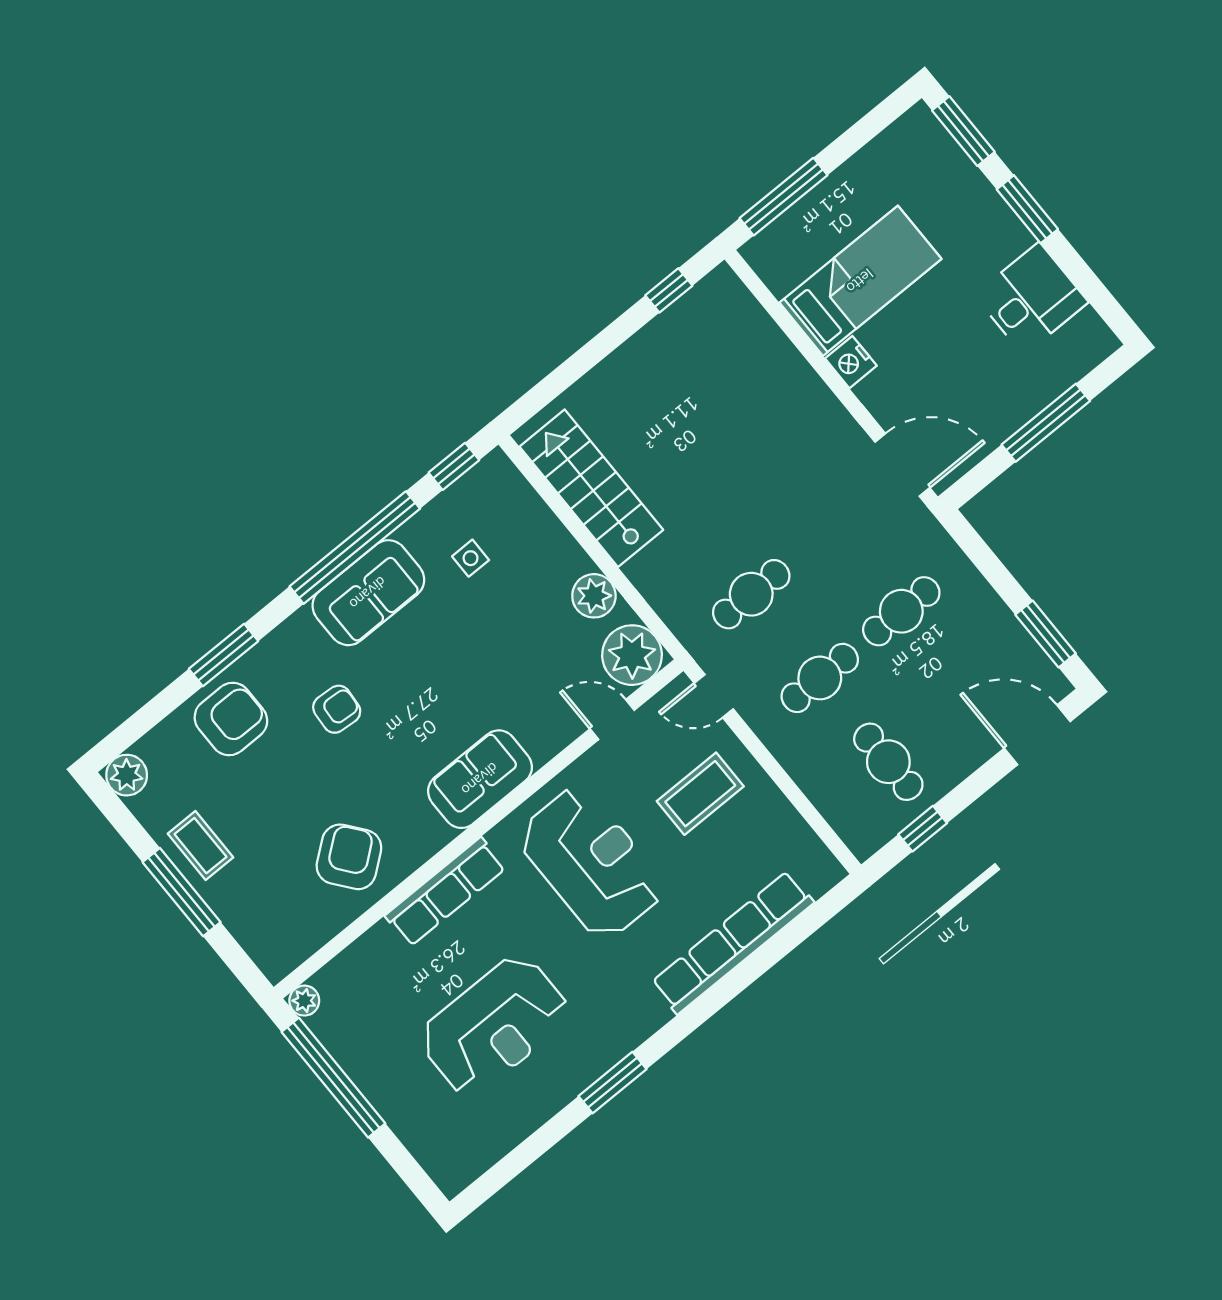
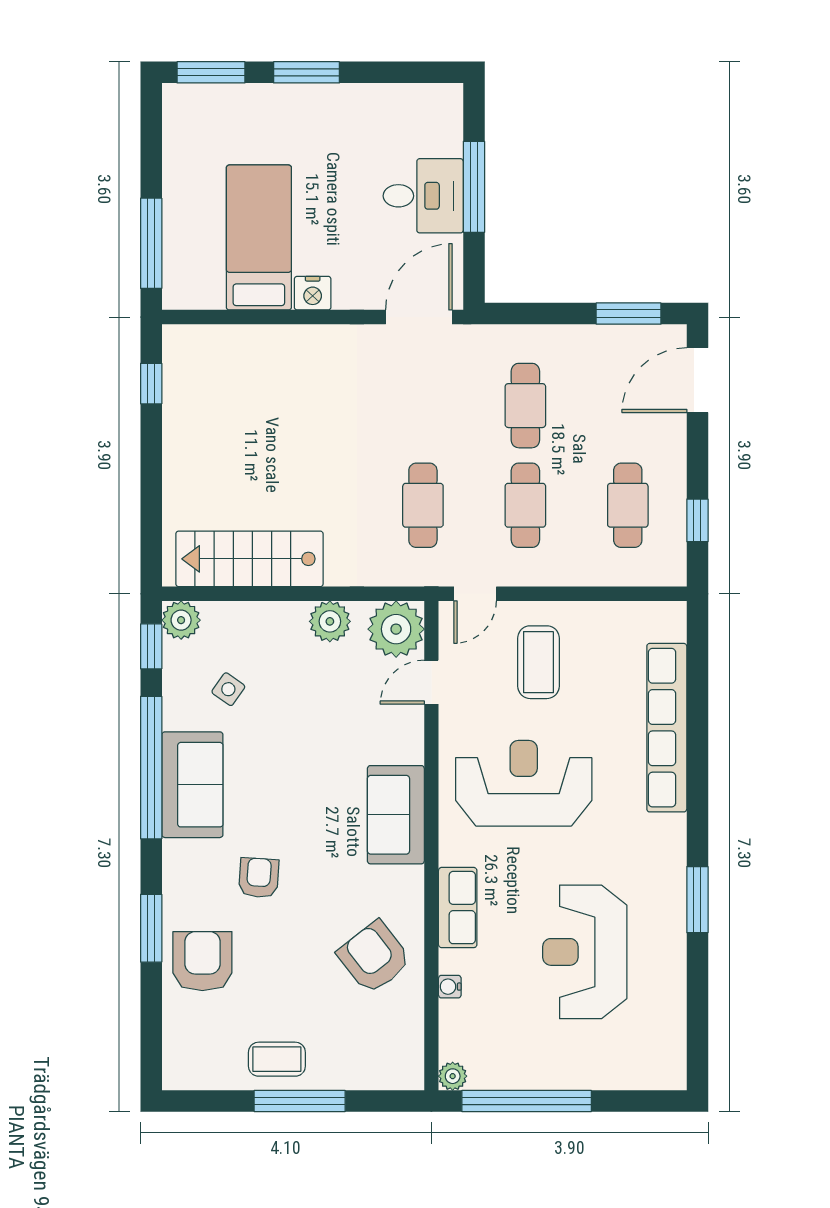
desk: (1031, 299) -> (423, 196), moved, turned 90
side table: (471, 558) -> (228, 689), turned 35
cafe table: (888, 762) -> (628, 505), turned 90
plant: (127, 775) -> (181, 620), moved
row of seats: (446, 892) -> (458, 908), width x0.68
water cooler: (376, 938) -> (450, 987), added
reception desk: (494, 1025) -> (585, 952), turned 180

